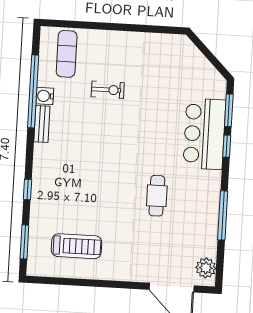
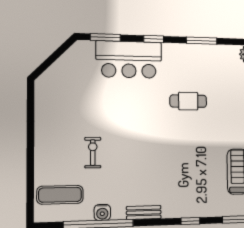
bench: (42, 124) -> (144, 212), moved
window: (227, 146) -> (154, 39), moved
window: (223, 215) -> (202, 41), width x0.69

